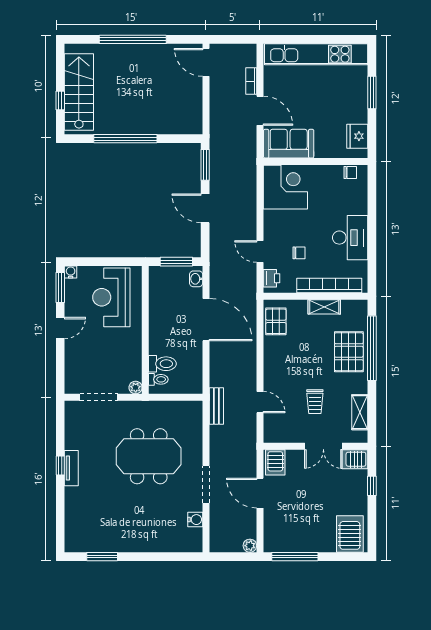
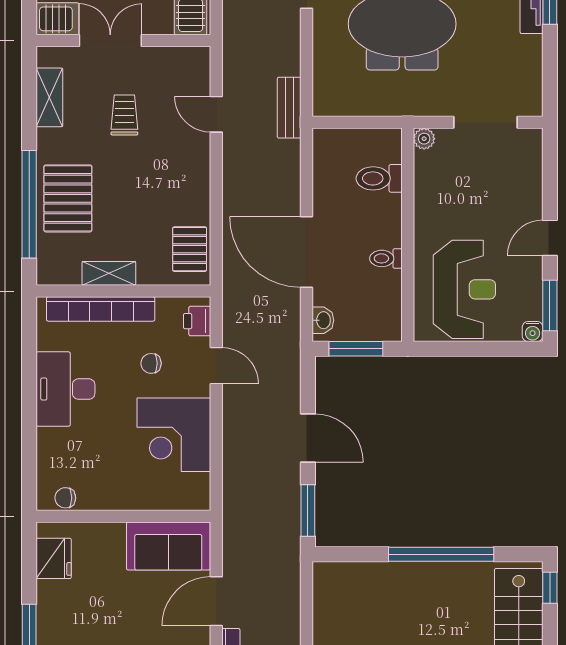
window: (60, 101) -> (550, 588), moved
door: (260, 111) -> (216, 601), hinge flipped
corner desk: (285, 187) -> (174, 435), moved
toilet: (158, 379) -> (386, 258), moved

